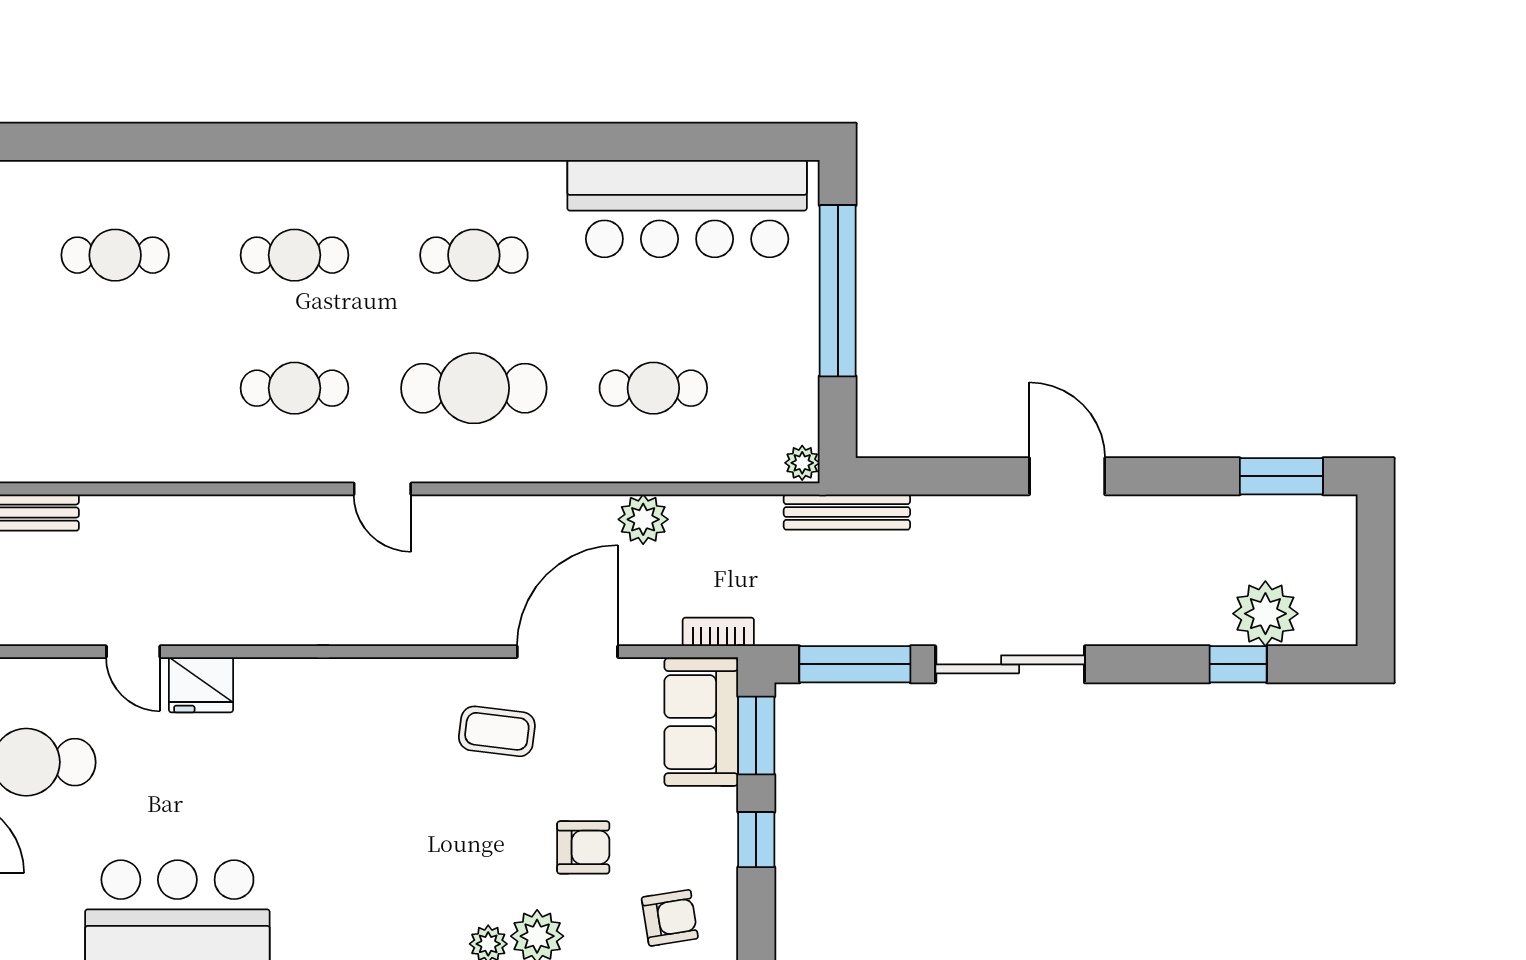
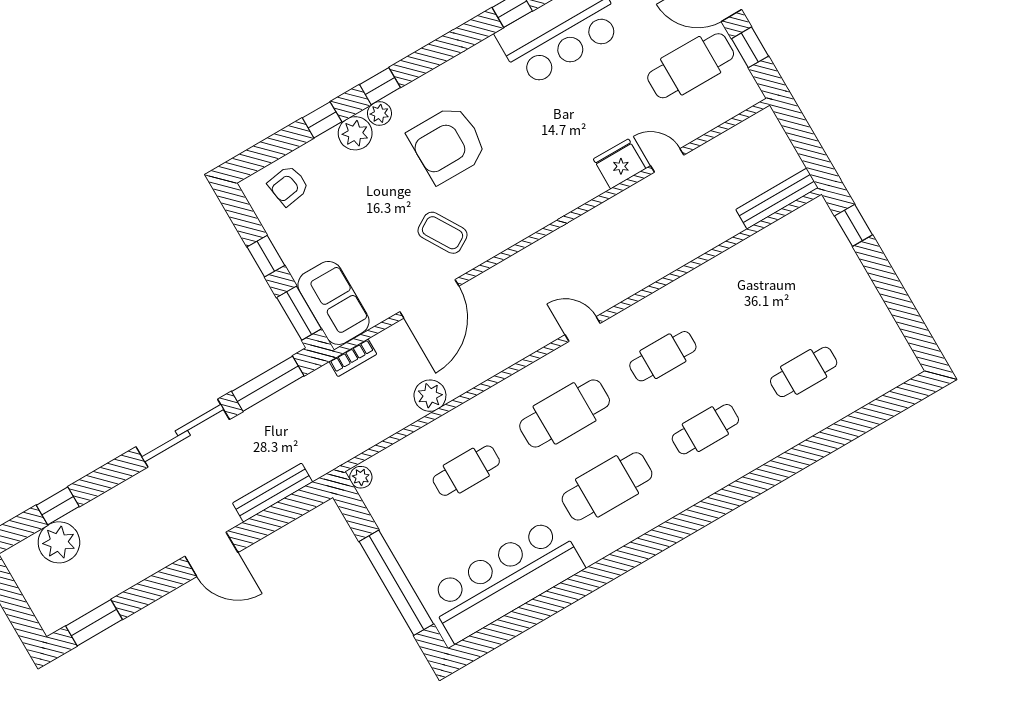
cafe table: (474, 255) -> (607, 486), width x1.37, depth x1.35
bench: (847, 512) -> (273, 493), moved
coffee table: (497, 731) -> (443, 233), turned 52
armchair: (583, 847) -> (447, 144), moved, width x1.88, depth x1.88

